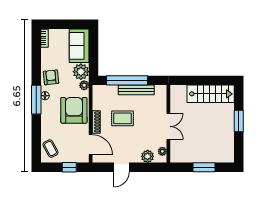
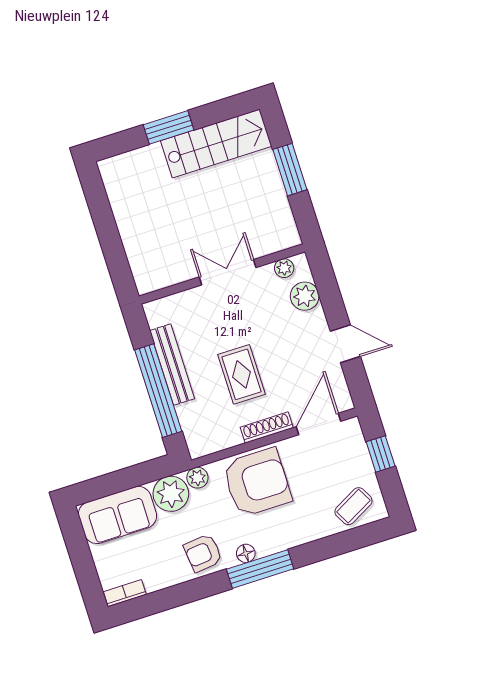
stairs: (211, 94) -> (216, 144), moved, turned 90
armchair: (74, 110) -> (257, 482), turned 180

